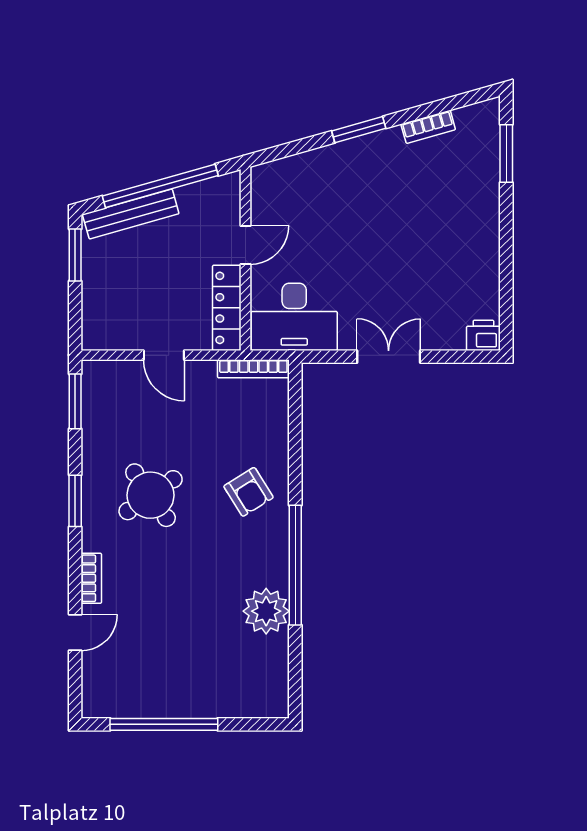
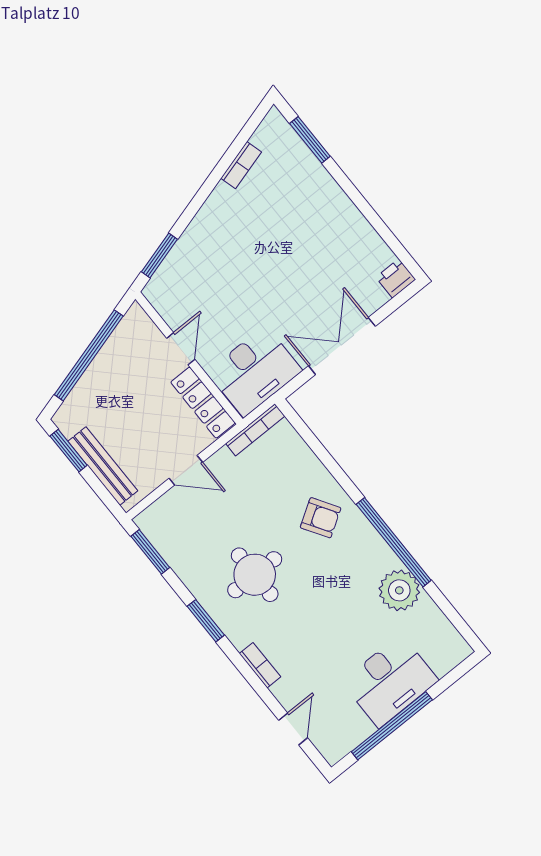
window: (359, 130) -> (159, 256), moved
bench: (131, 214) -> (103, 466), moved, turned -74
double door: (389, 357) -> (342, 346), width x1.37
round table: (151, 495) -> (255, 575), turned 35
door: (75, 633) -> (293, 729), moved
desk: (194, 684) -> (390, 681), added

